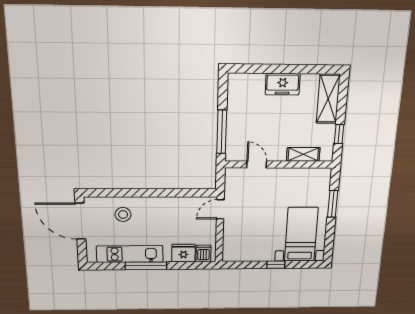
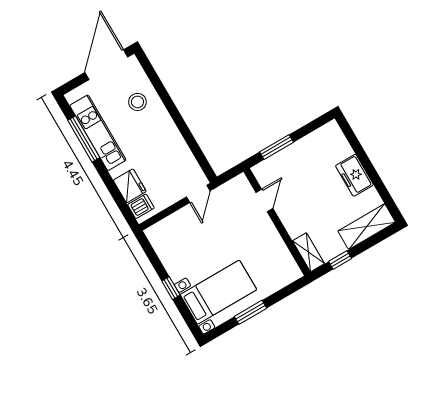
window: (222, 132) -> (277, 147), width x0.69
shelving: (303, 154) -> (308, 252), moved
window: (333, 204) -> (251, 312), moved
door: (220, 209) -> (198, 194), swing flipped
window: (146, 266) -> (84, 139), moved

